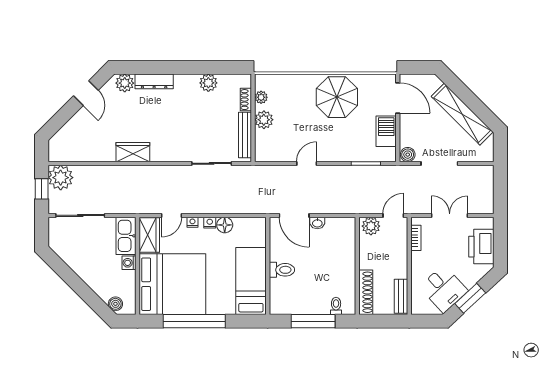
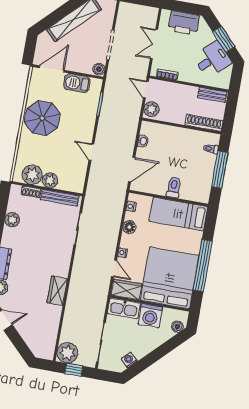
plant: (261, 97) -> (32, 175), width x1.87, depth x1.87
nightstand: (210, 223) -> (131, 206), moved
washbasin: (317, 223) -> (143, 141), moved
washing machine: (65, 253) -> (129, 360), added
washing machine: (129, 263) -> (150, 316), width x1.89, depth x1.89

